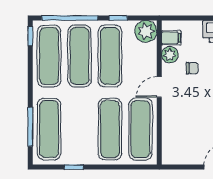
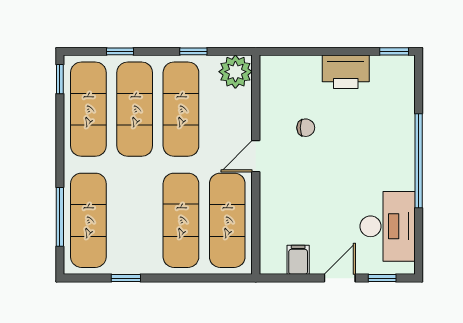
window: (70, 18) -> (120, 51), width x0.32
filing cabinet: (171, 38) -> (298, 260), moved, turned -90
plant: (170, 55) -> (272, 107), removed

